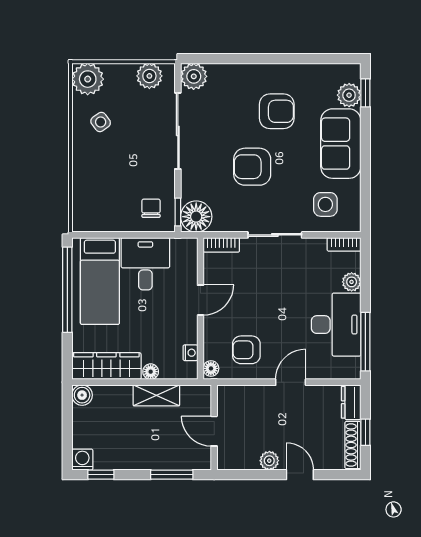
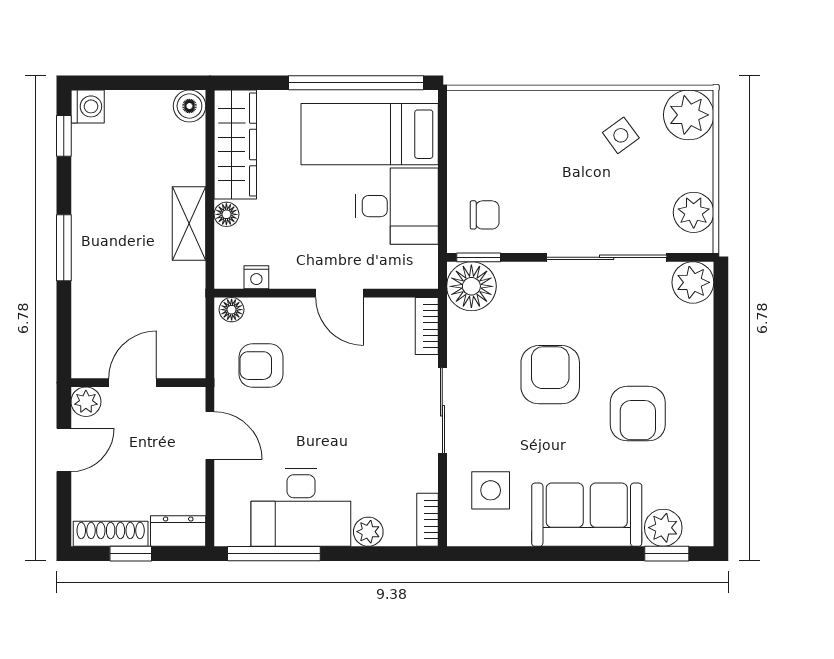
armchair: (246, 350) -> (261, 366), turned -90
wall: (214, 427) -> (138, 383), moved
door: (214, 431) -> (133, 383), moved

